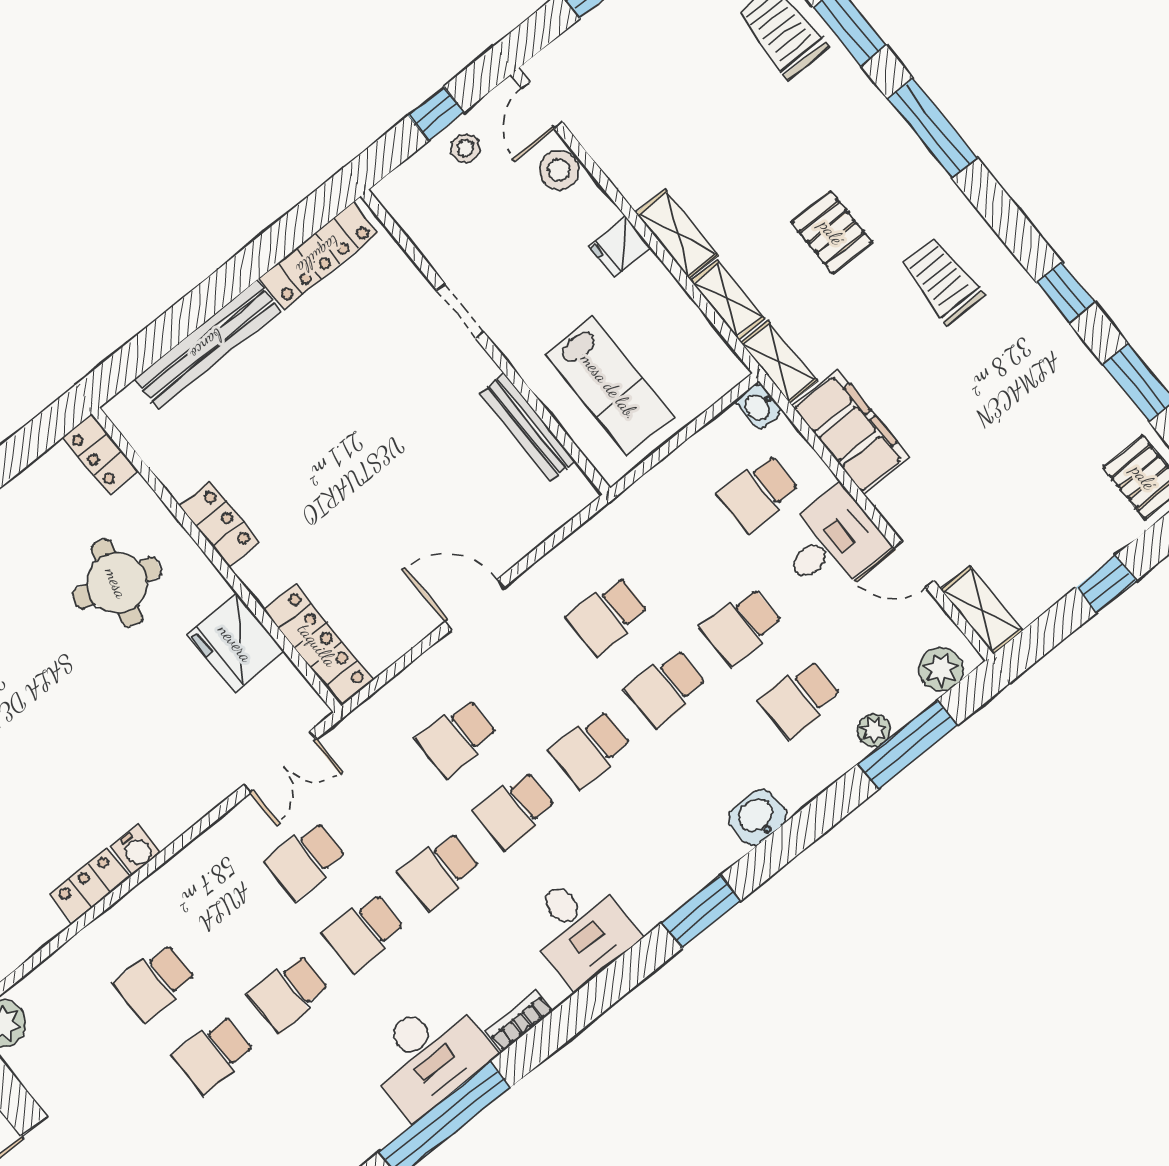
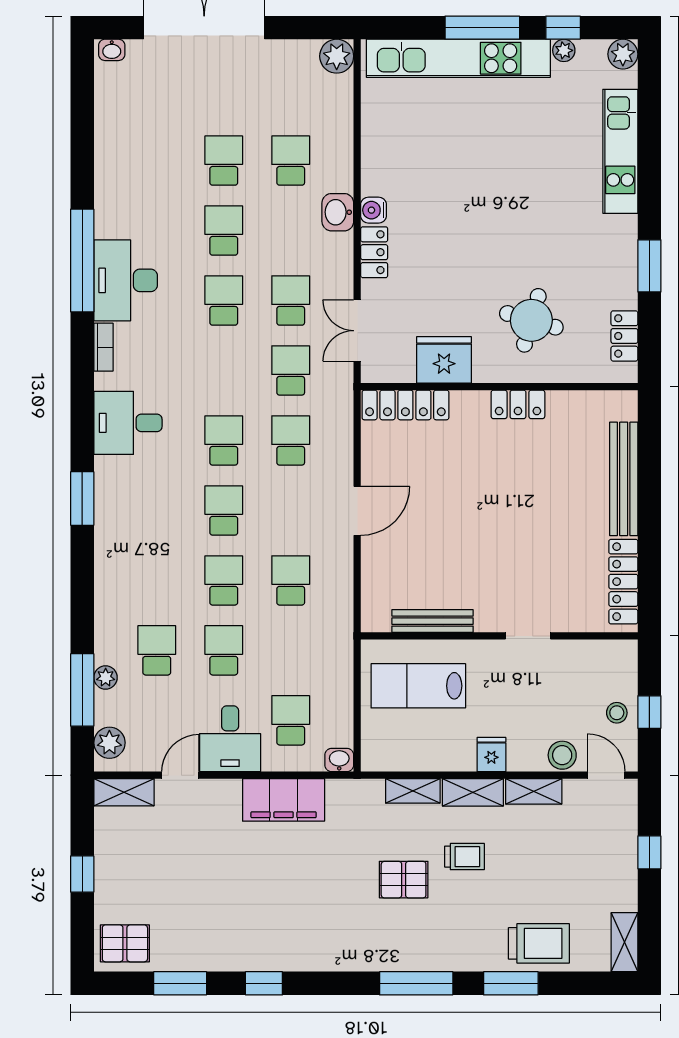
trolley: (942, 281) -> (465, 857), moved, width x0.73, depth x0.72
shelving: (779, 362) -> (534, 791), moved
locker: (100, 454) -> (624, 336), moved, turned -90
washbasin: (758, 817) -> (338, 212), moved, turned 180
school desk: (440, 871) -> (291, 370), moved
locker: (90, 886) -> (374, 252), moved

